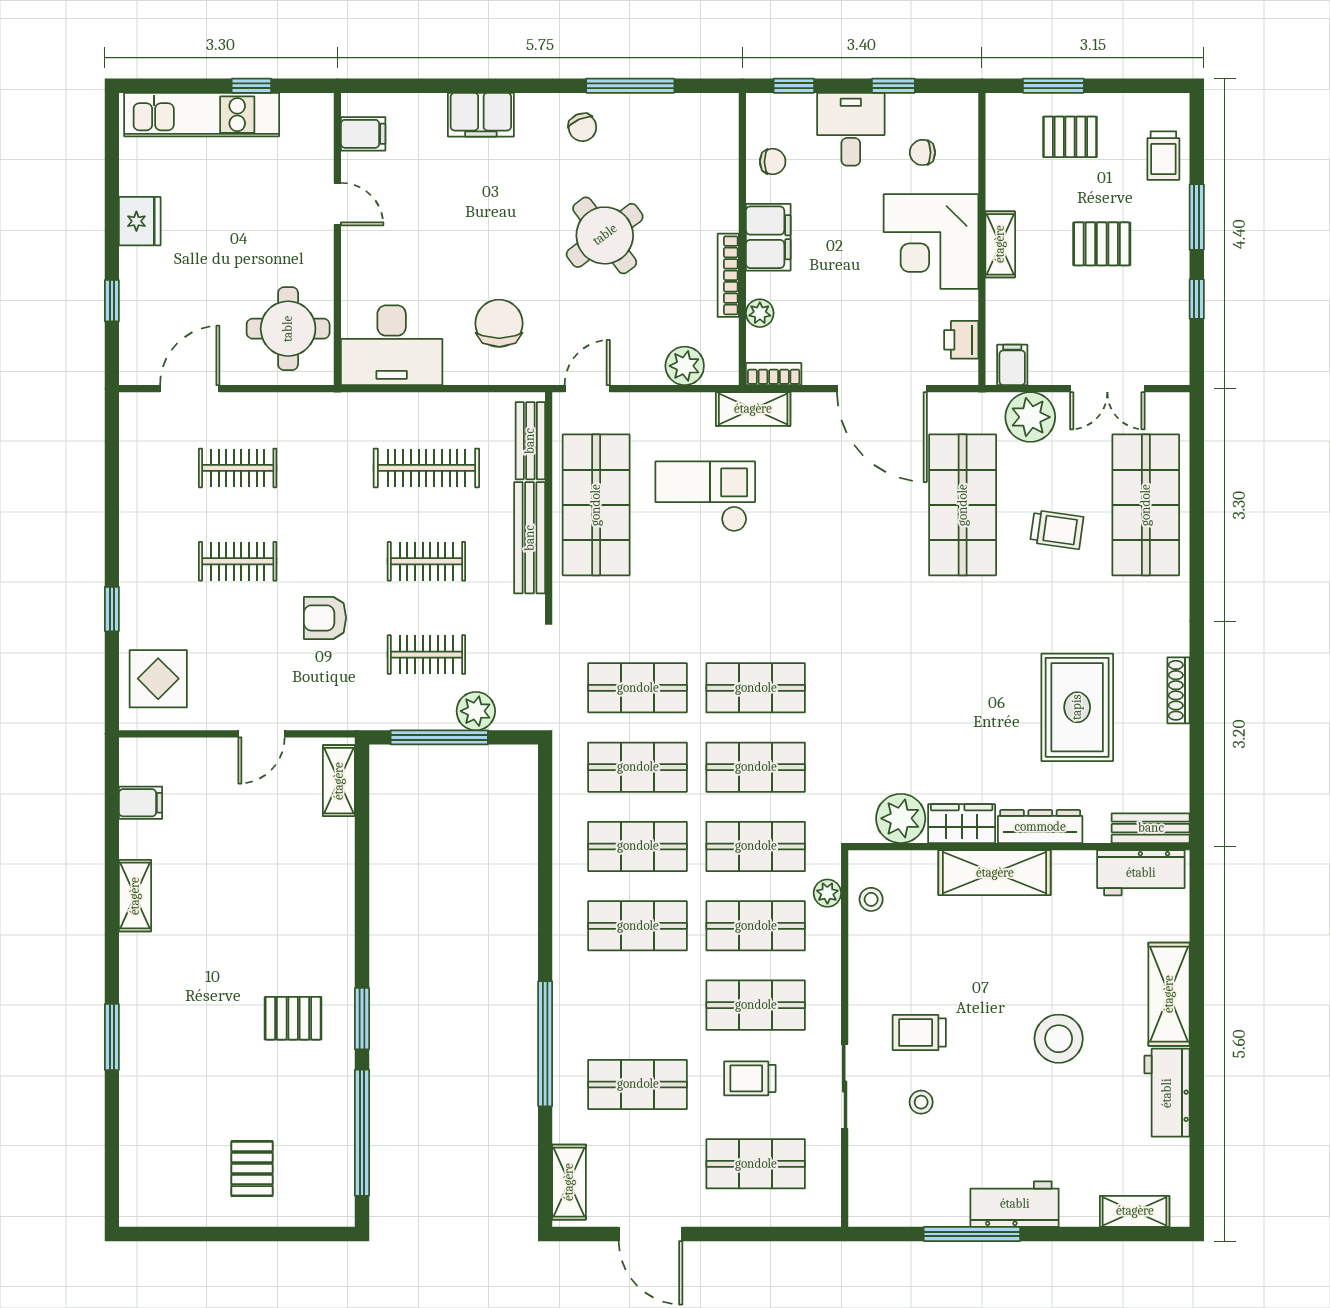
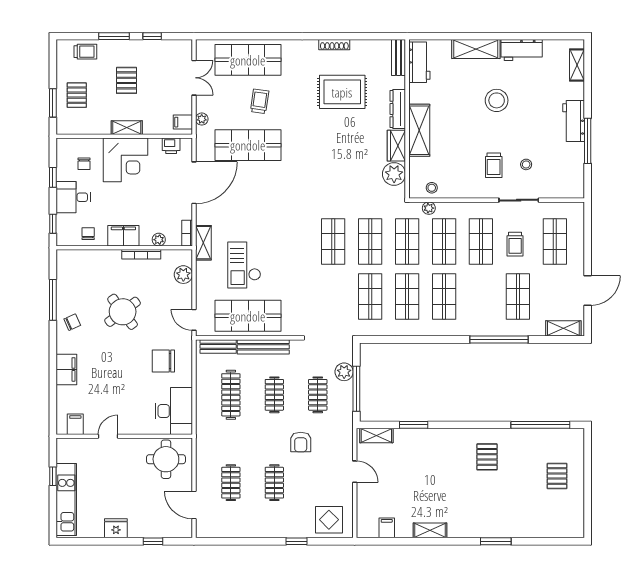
plant: (1030, 417) -> (202, 119), width x0.53, depth x0.53
shop shelf: (638, 688) -> (333, 296), removed
window: (362, 1019) -> (414, 425), moved
pallet: (252, 1169) -> (557, 476), turned 90

